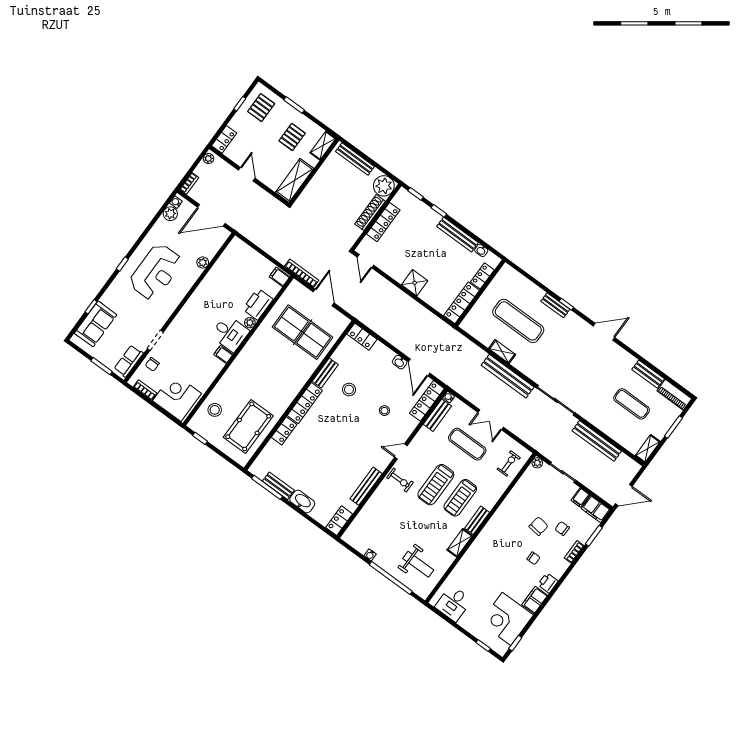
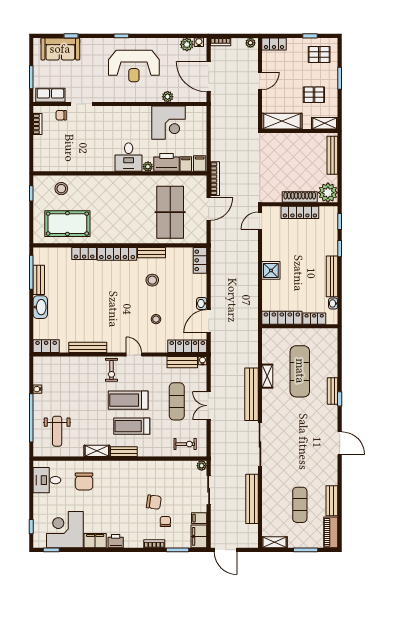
filing cabinet: (223, 354) -> (186, 164), moved
corner desk: (177, 397) -> (168, 123), moved, turned 90
chair: (533, 558) -> (84, 481), moved, width x1.87, depth x1.87

